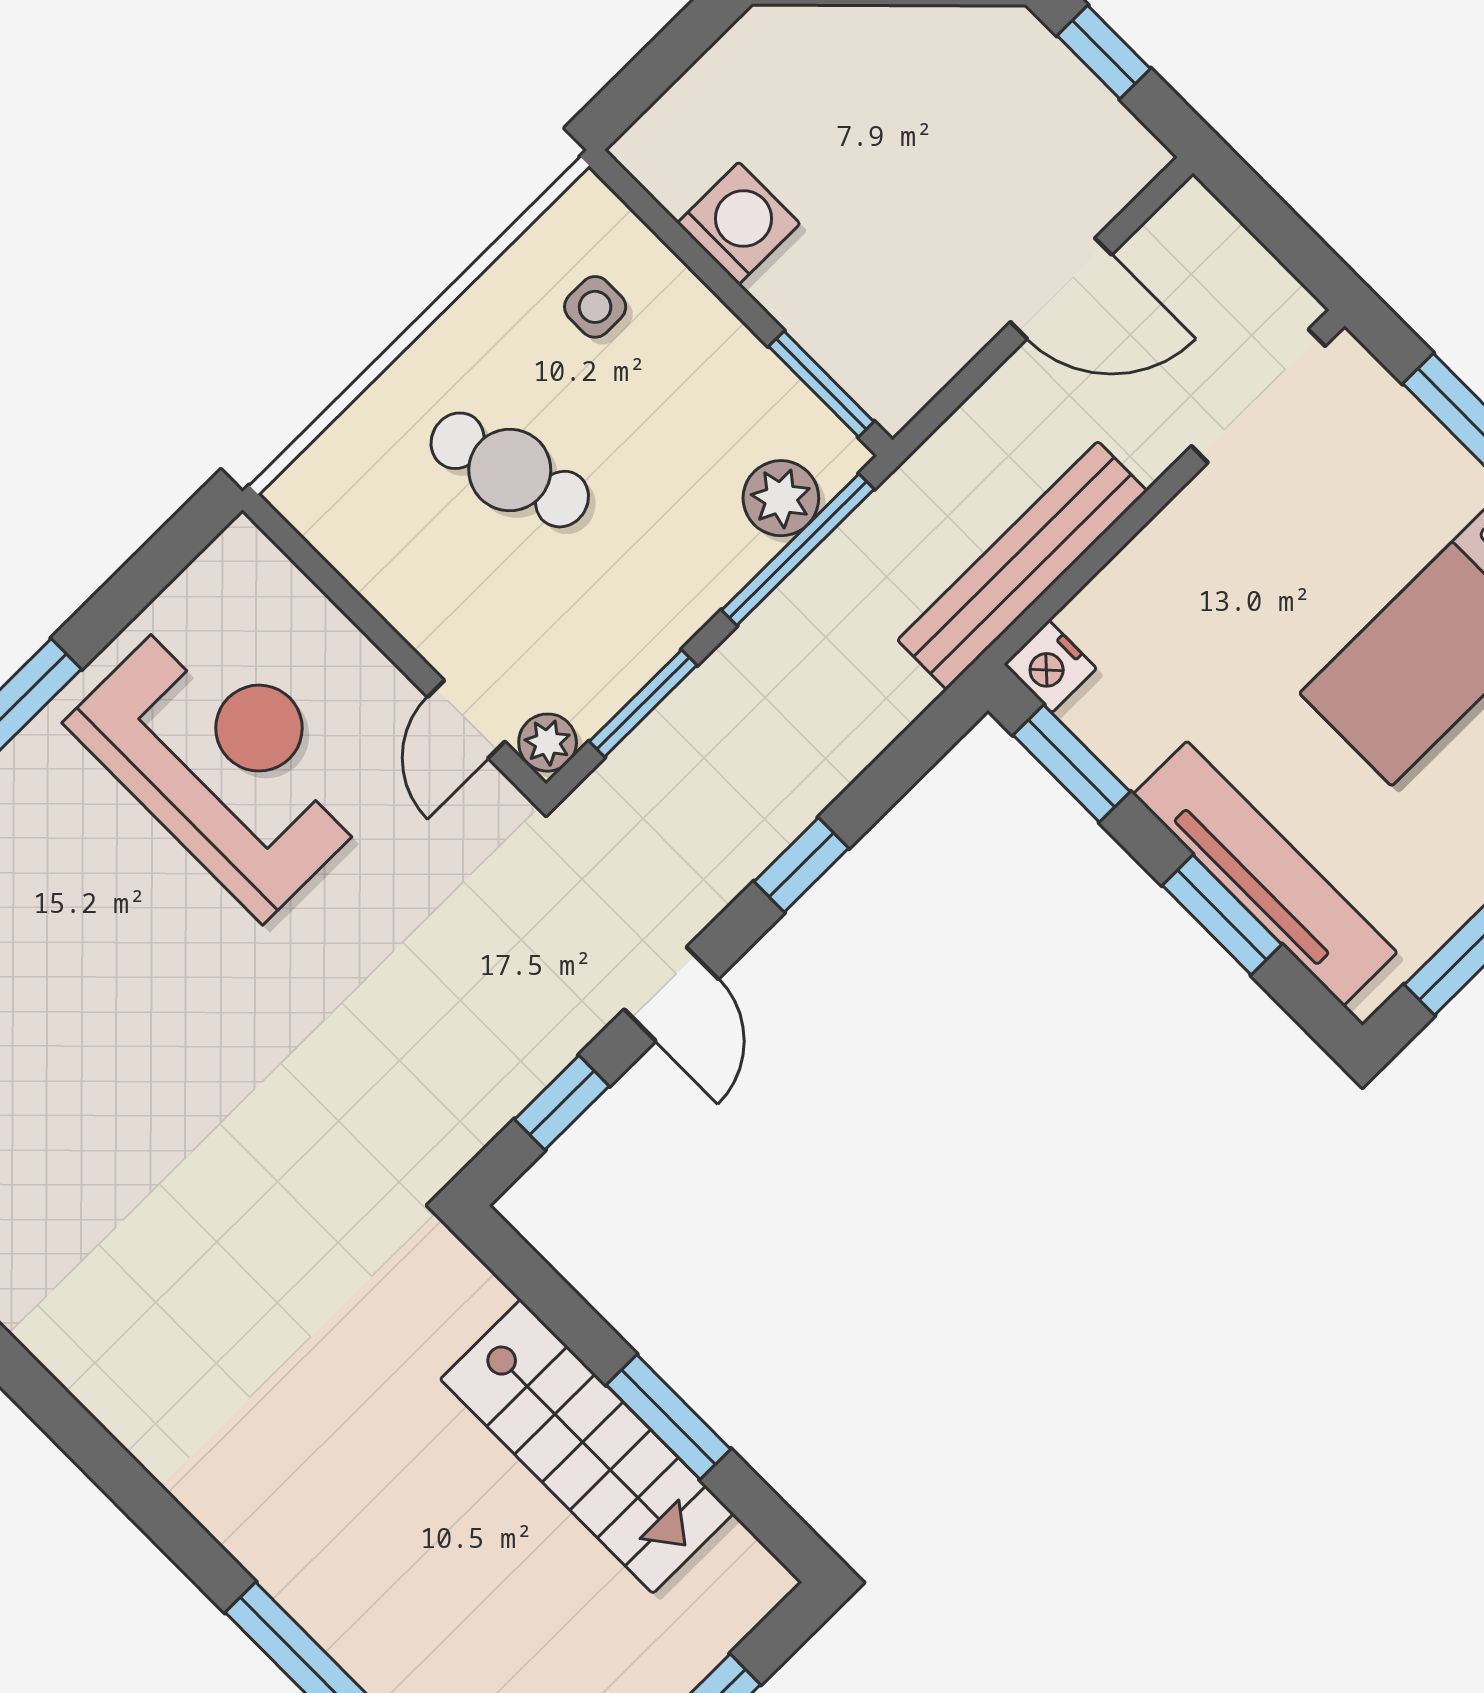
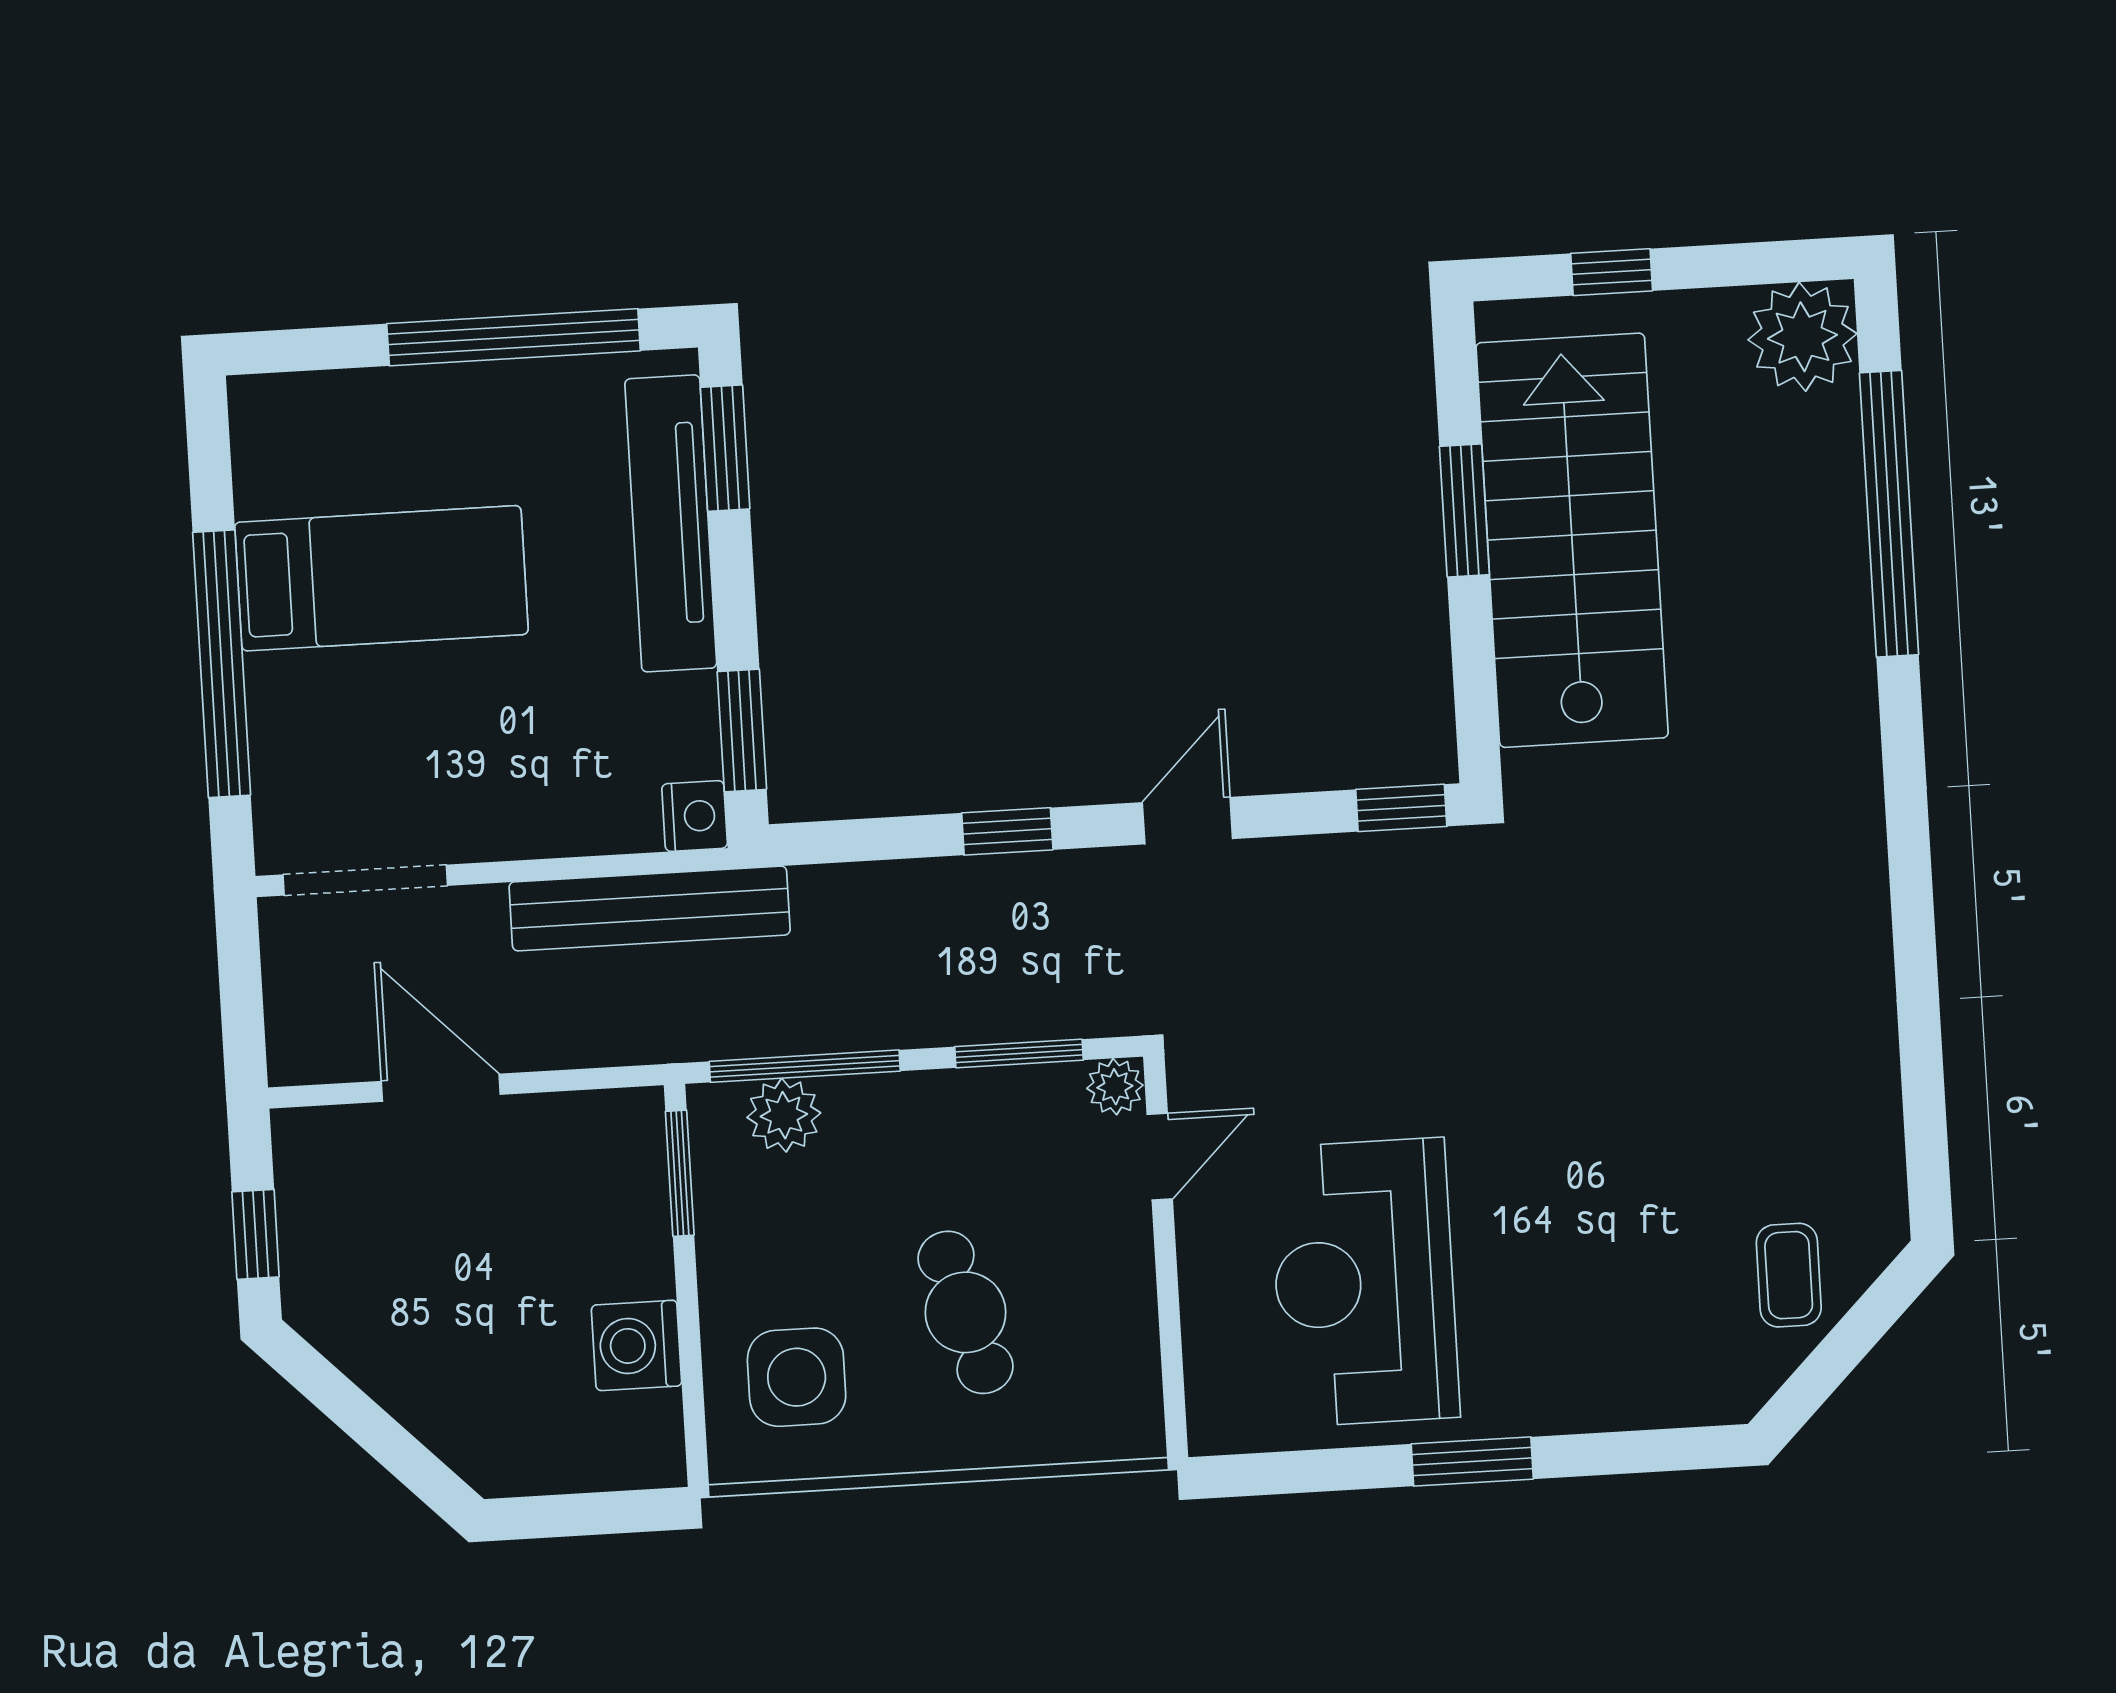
side table: (595, 307) -> (797, 1377), width x1.87, depth x1.87
window: (1222, 915) -> (725, 448), moved
window: (562, 1103) -> (1401, 808), moved
stairs: (587, 1446) -> (1572, 540), width x1.36, depth x1.51

